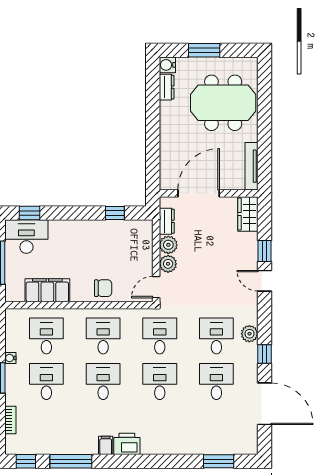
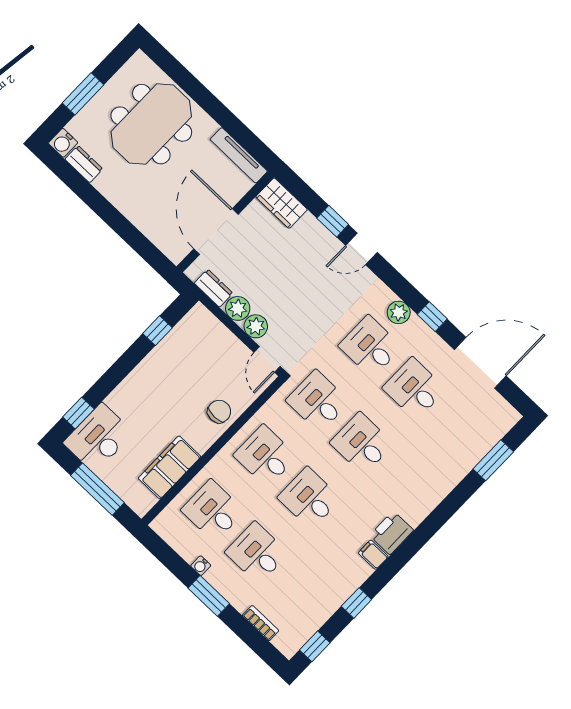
window: (71, 461) -> (356, 603), width x0.46

